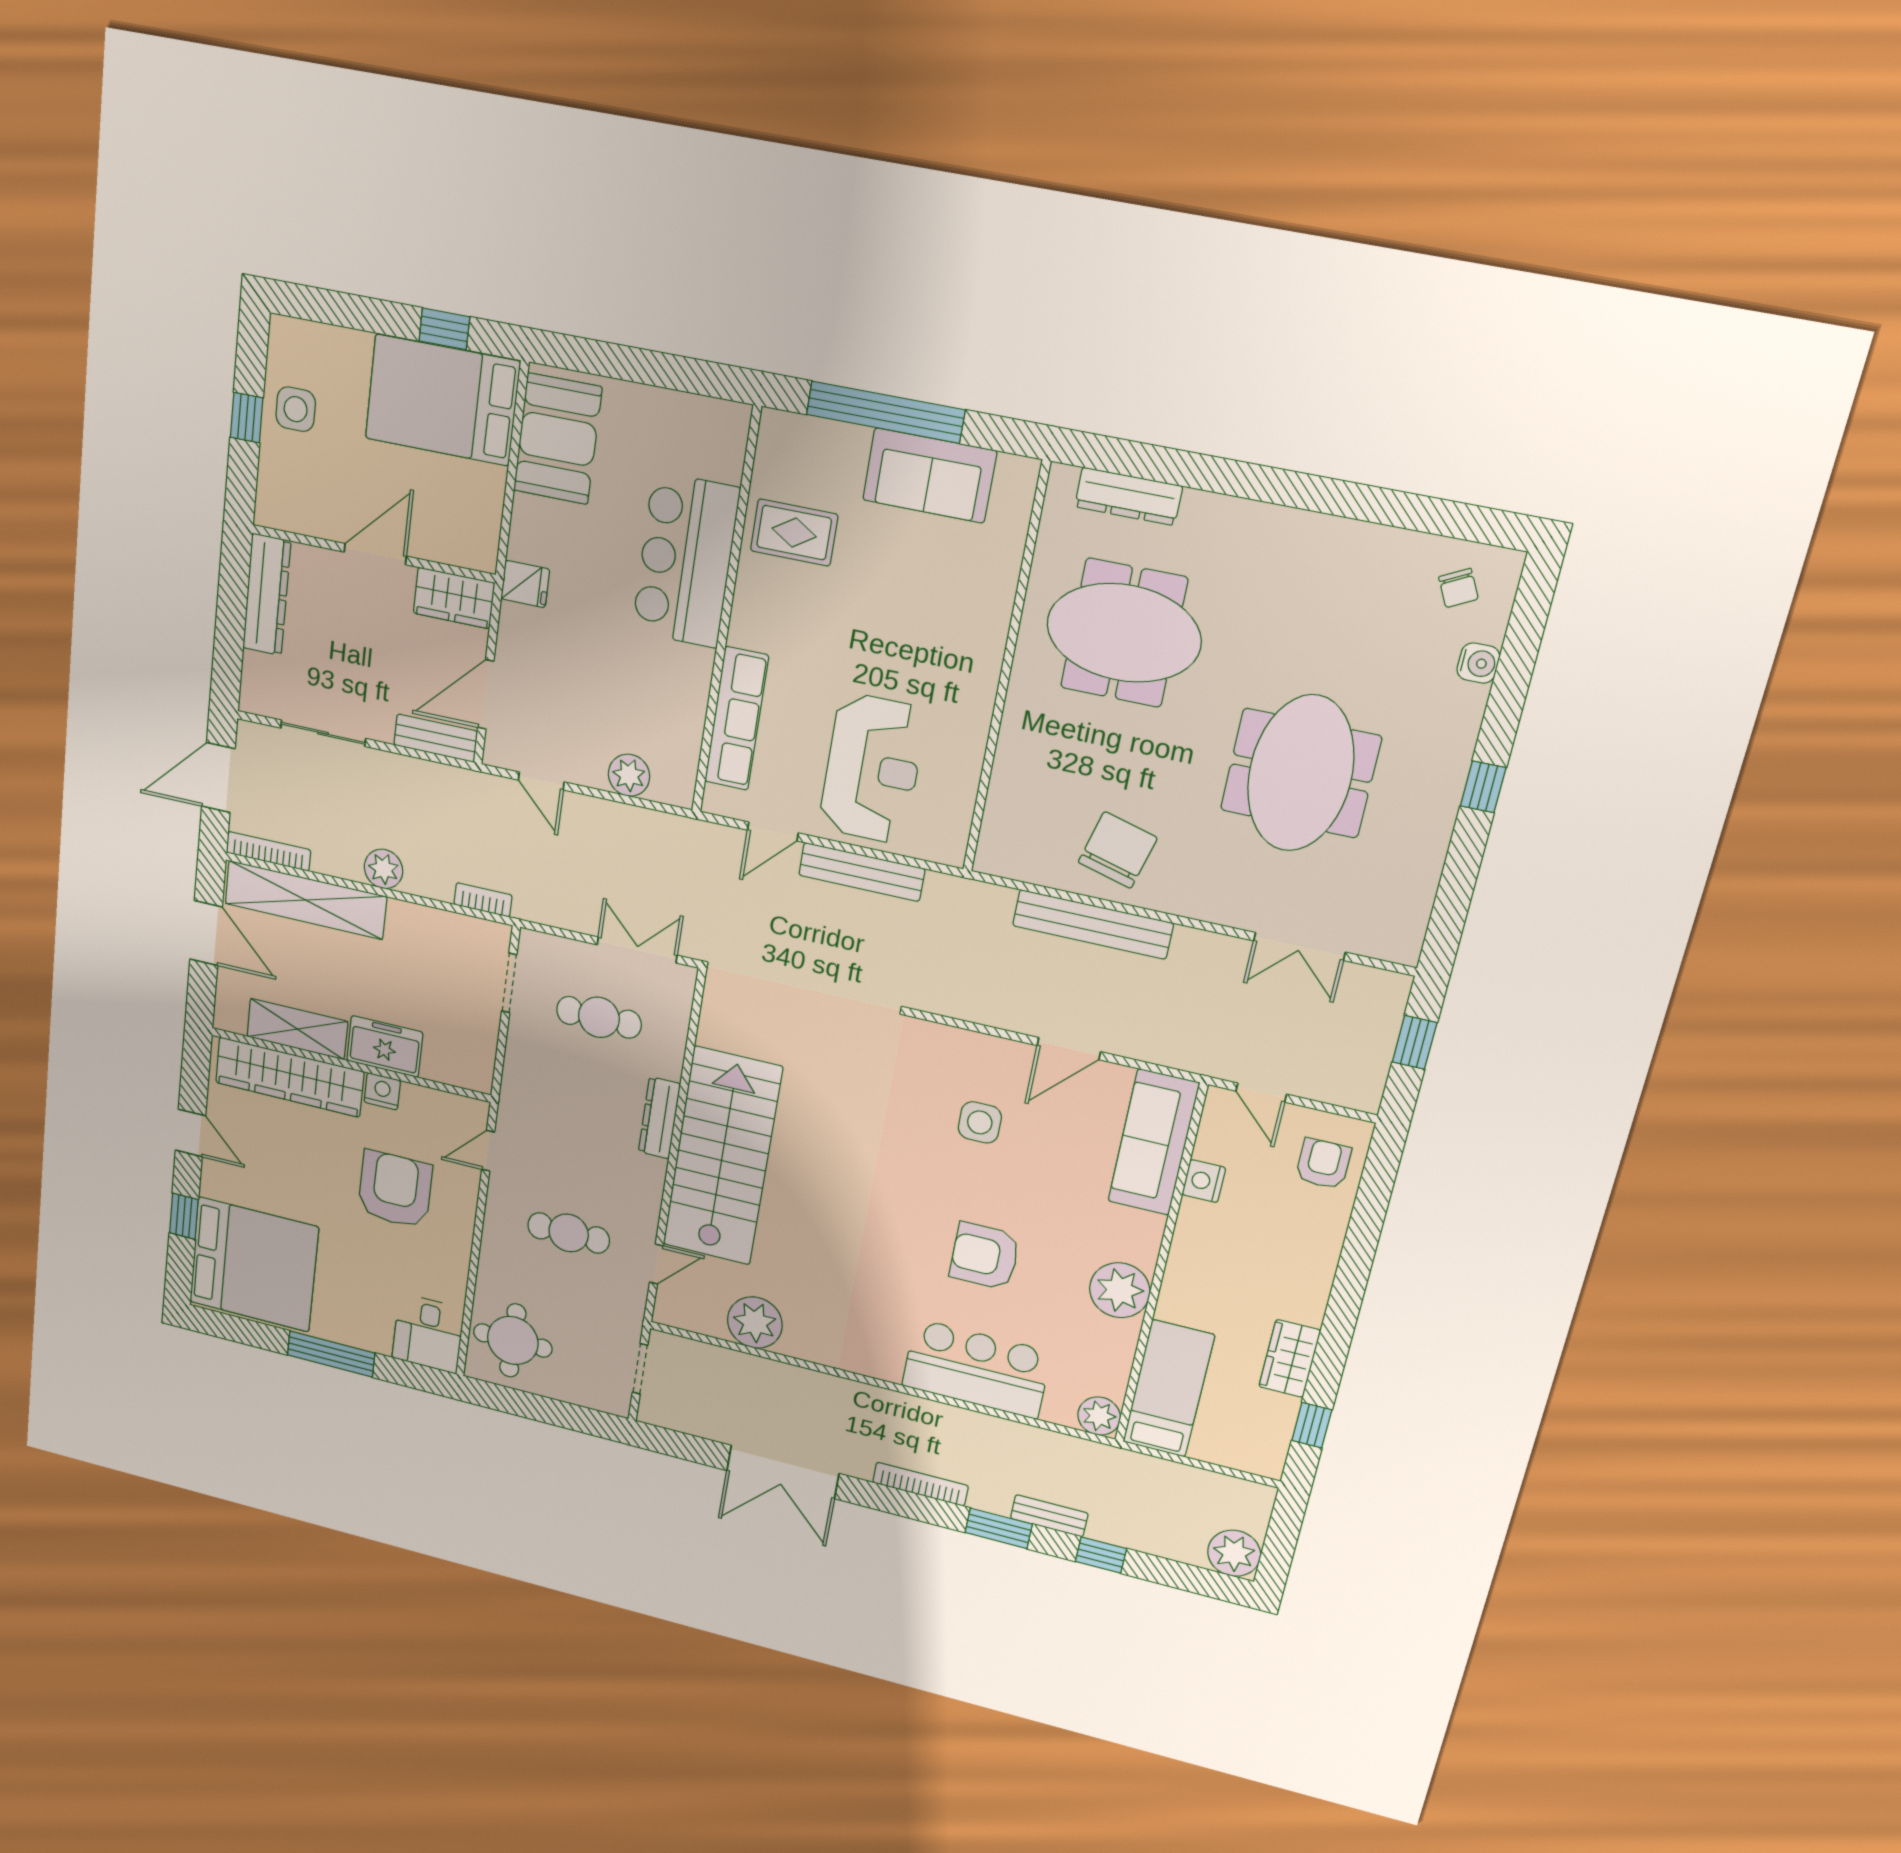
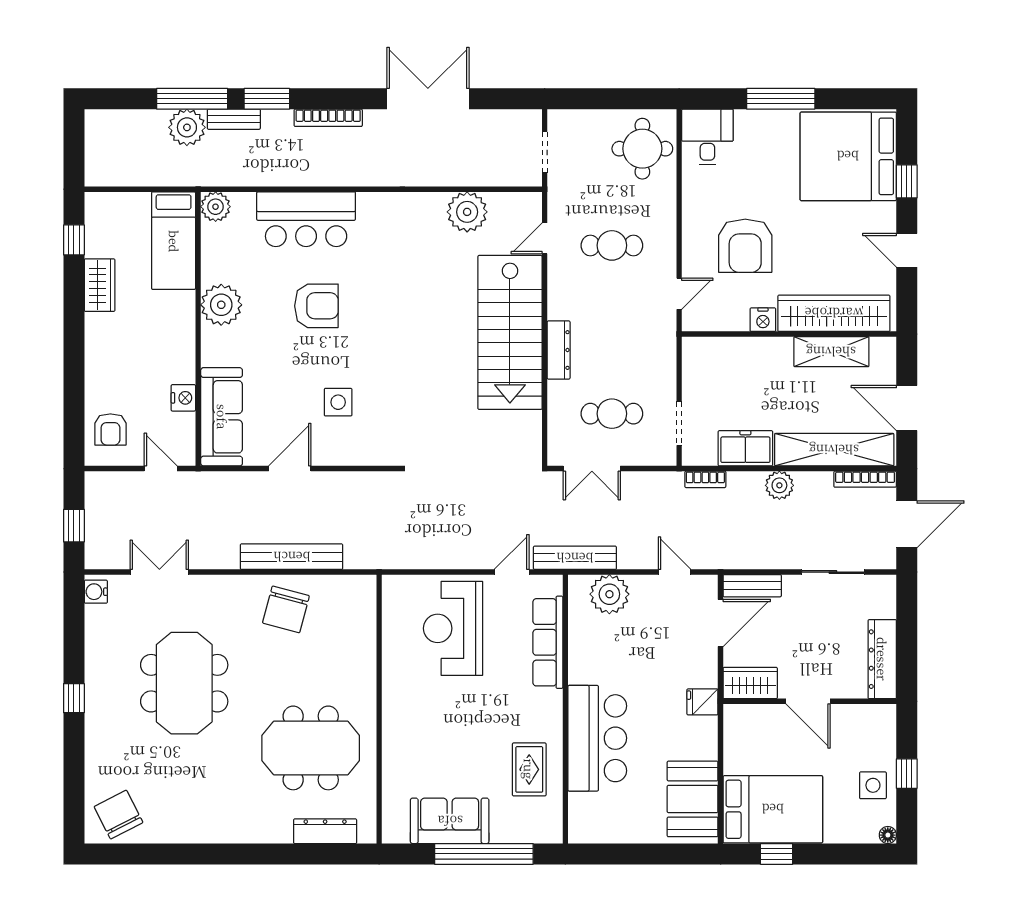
floor lamp: (281, 328) -> (888, 835), added
rug: (794, 533) -> (529, 769), turned 90
door: (375, 554) -> (808, 701), hinge flipped
chair: (1458, 588) -> (118, 815), width x1.87, depth x1.87
water cooler: (1478, 663) -> (96, 592), moved
plant: (629, 775) -> (609, 594), width x1.36, depth x1.36
bench: (862, 872) -> (575, 558), moved
freezer: (385, 1046) -> (745, 448), moved, turned 180
plant: (1234, 1553) -> (187, 127), moved
window: (1101, 1555) -> (192, 99), width x2.17

